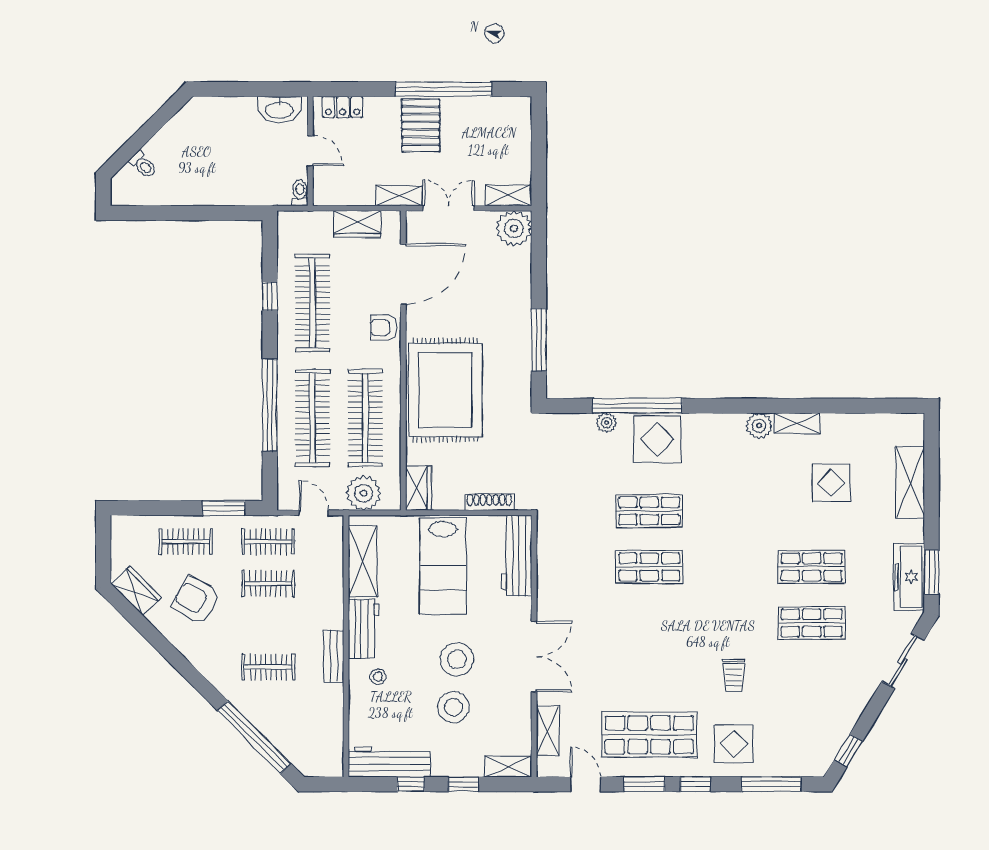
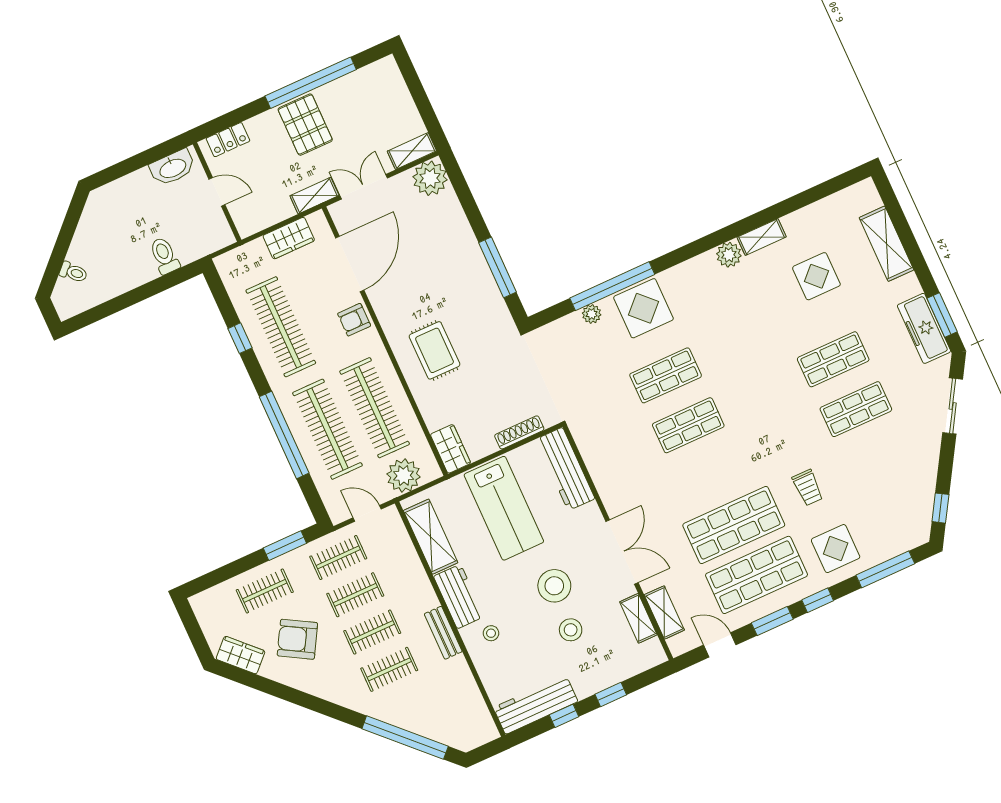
toilet: (300, 193) -> (164, 256), moved, width x1.37, depth x1.39
rug: (445, 390) -> (435, 350), width x0.54, depth x0.49
clothes rail: (268, 625) -> (372, 632), added
shop shelf: (649, 679) -> (734, 525), added
stool: (453, 707) -> (571, 630), width x0.73, depth x0.73
shelving: (508, 767) -> (638, 618), moved, turned 90

